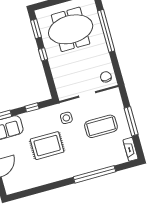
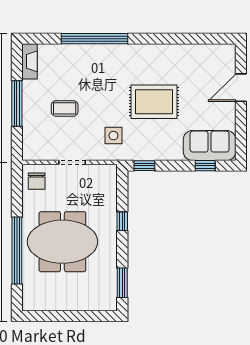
meeting table: (71, 29) -> (62, 242), moved
window: (43, 54) -> (122, 221), moved
window: (32, 107) -> (144, 166), moved
coffee table: (101, 126) -> (65, 108), width x0.54, depth x0.58

